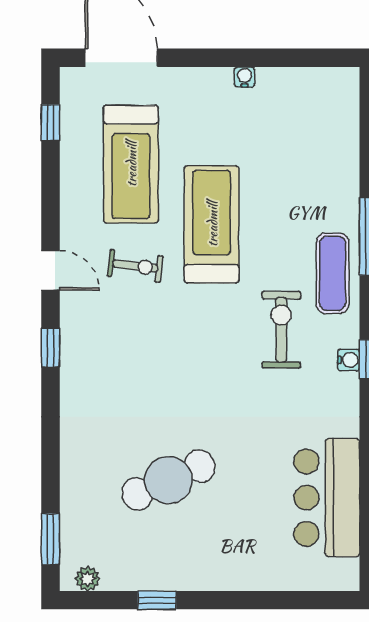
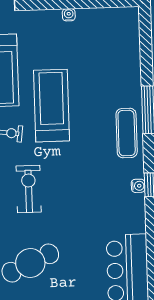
exercise bike: (281, 330) -> (29, 189), moved

